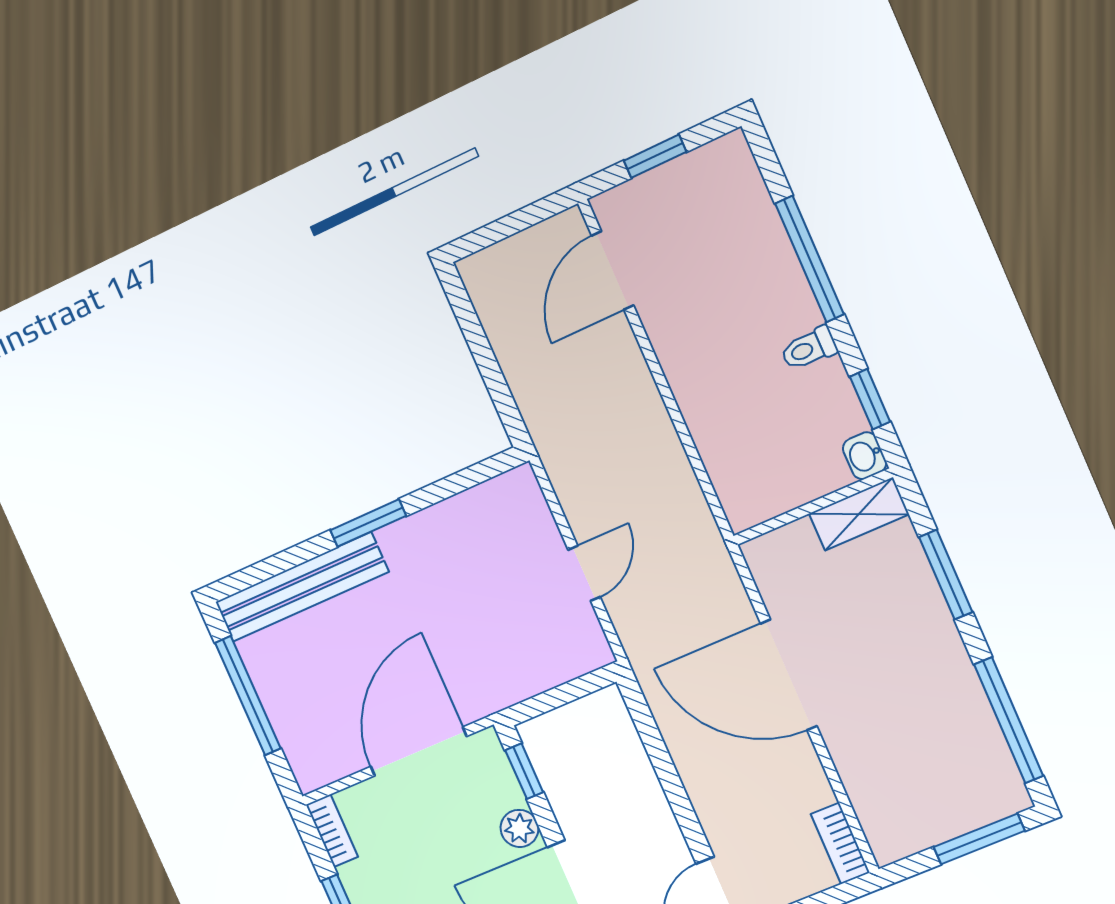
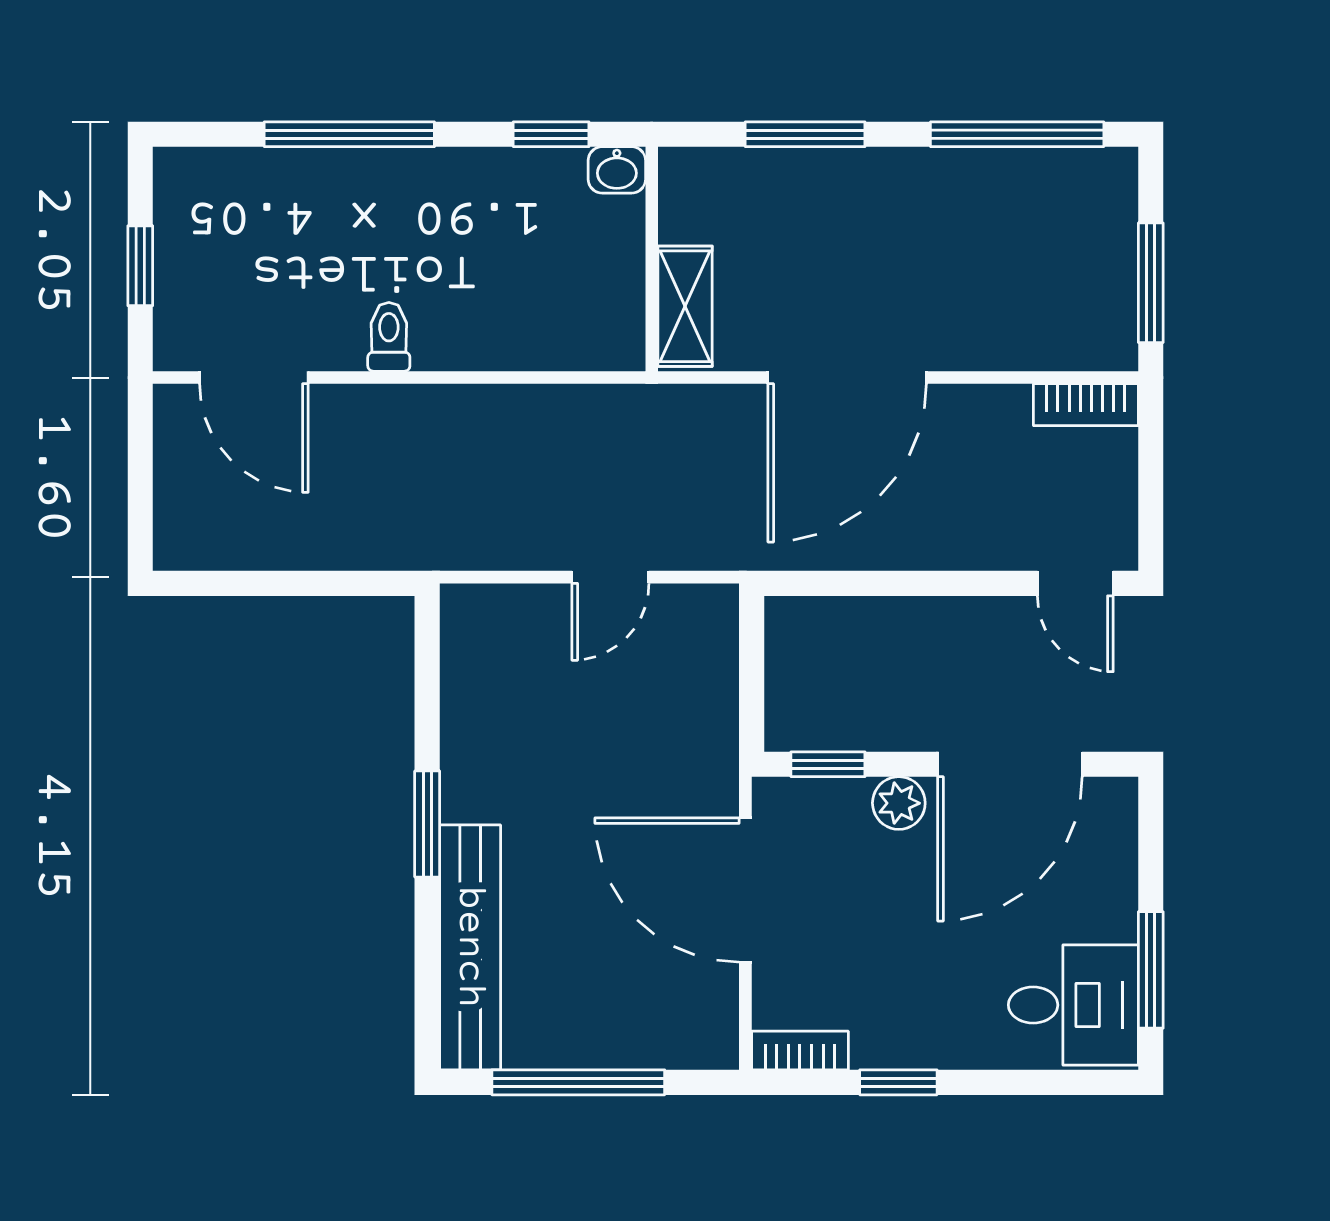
toilet: (809, 348) -> (389, 337), moved, turned 180
shelving: (859, 514) -> (685, 306), moved
door: (584, 573) -> (610, 577), swing flipped
window: (979, 839) -> (1151, 283), moved

